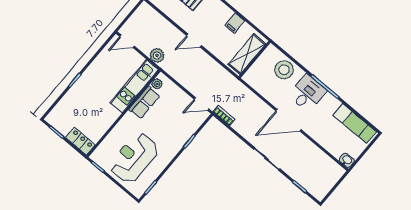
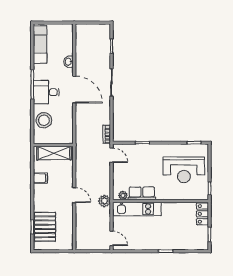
plant: (157, 55) -> (104, 201), moved
washbasin: (347, 160) -> (68, 62), moved

